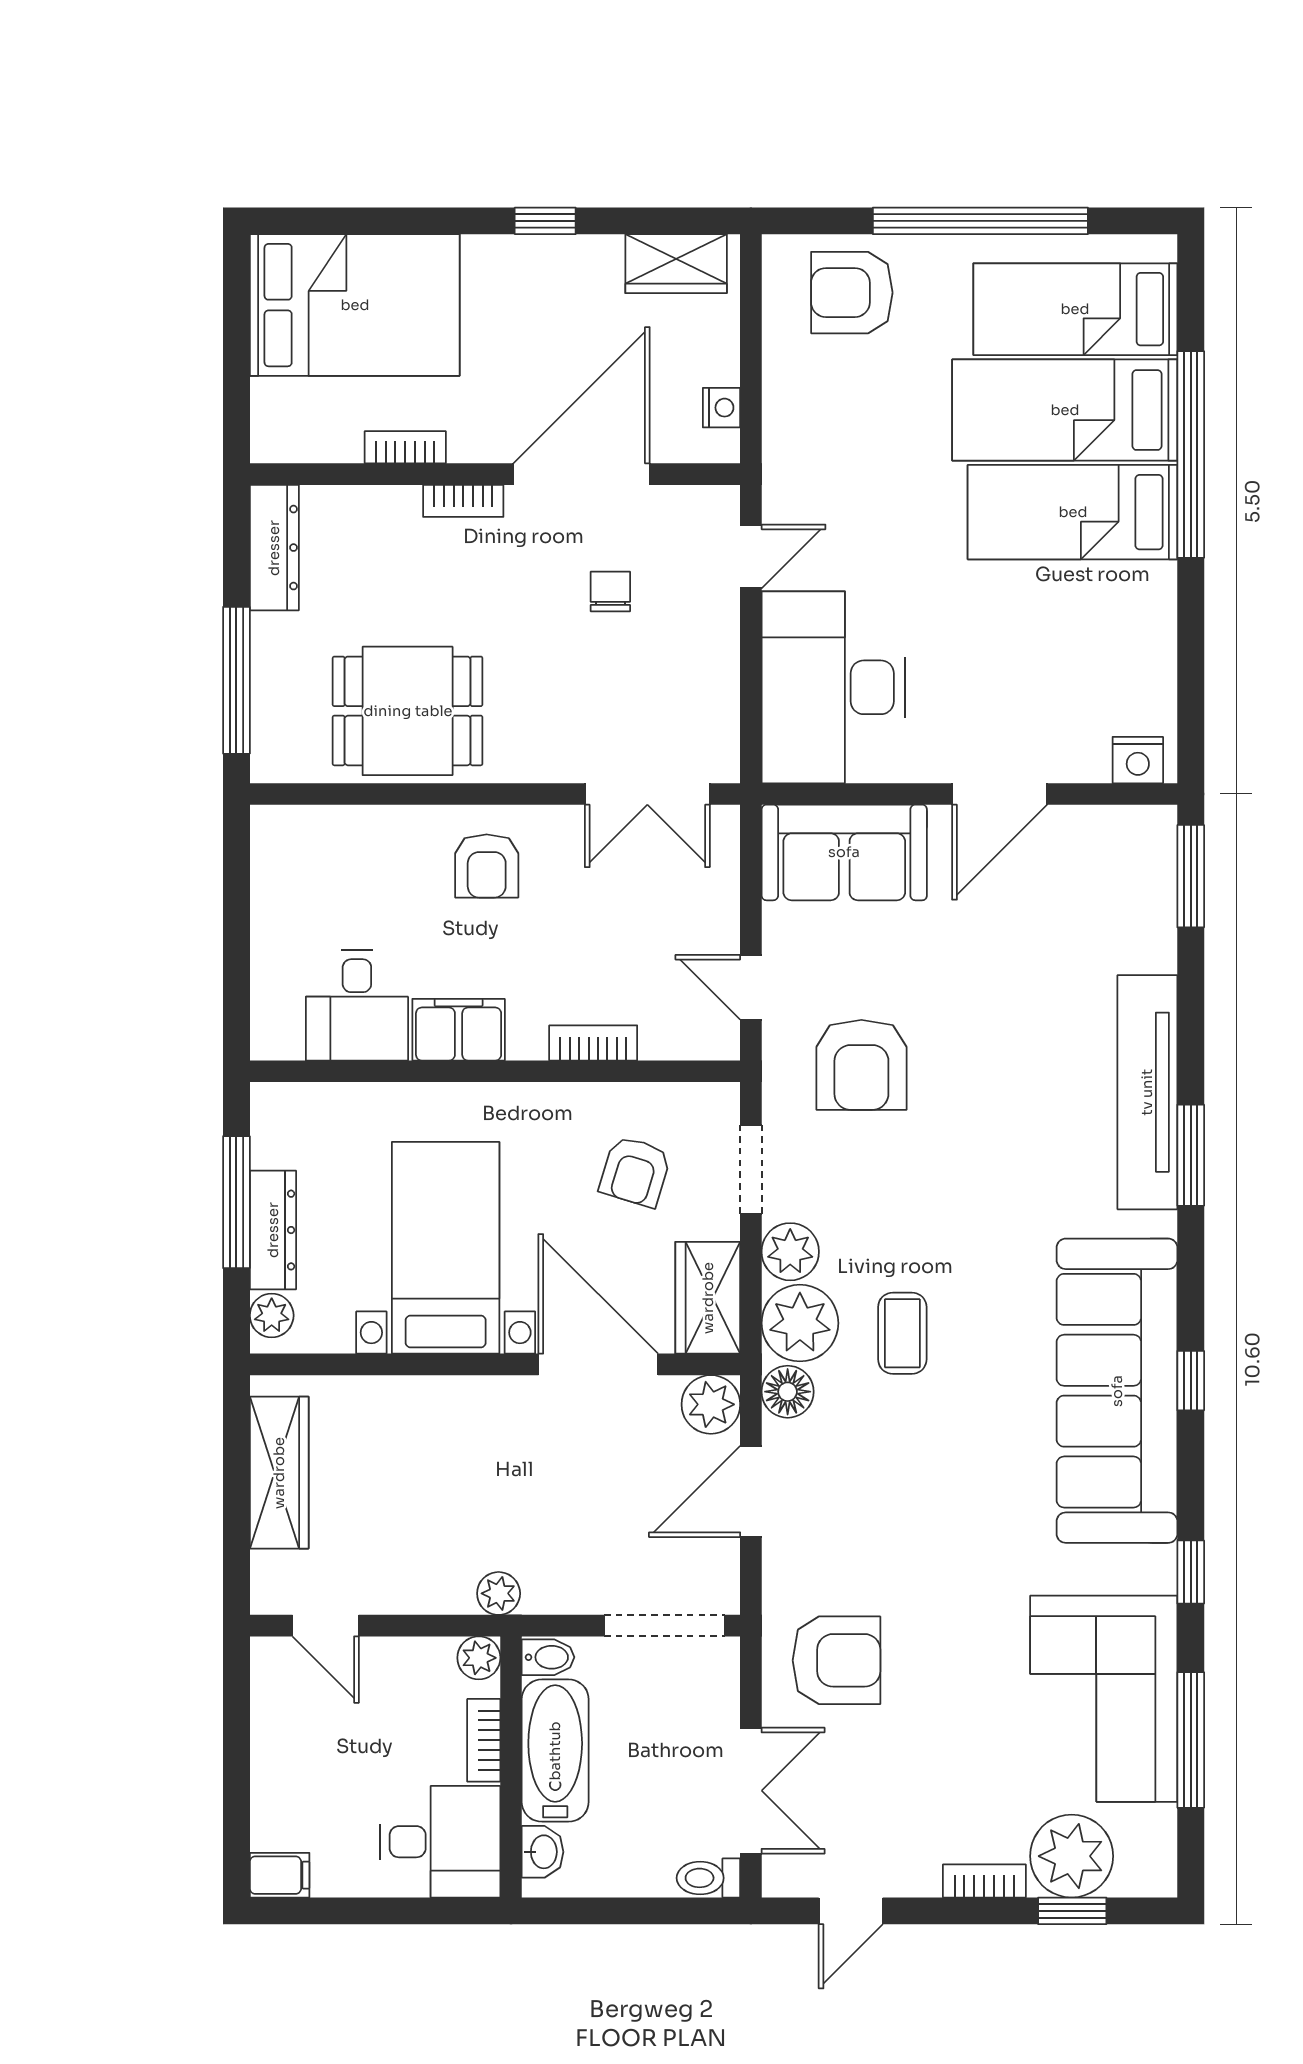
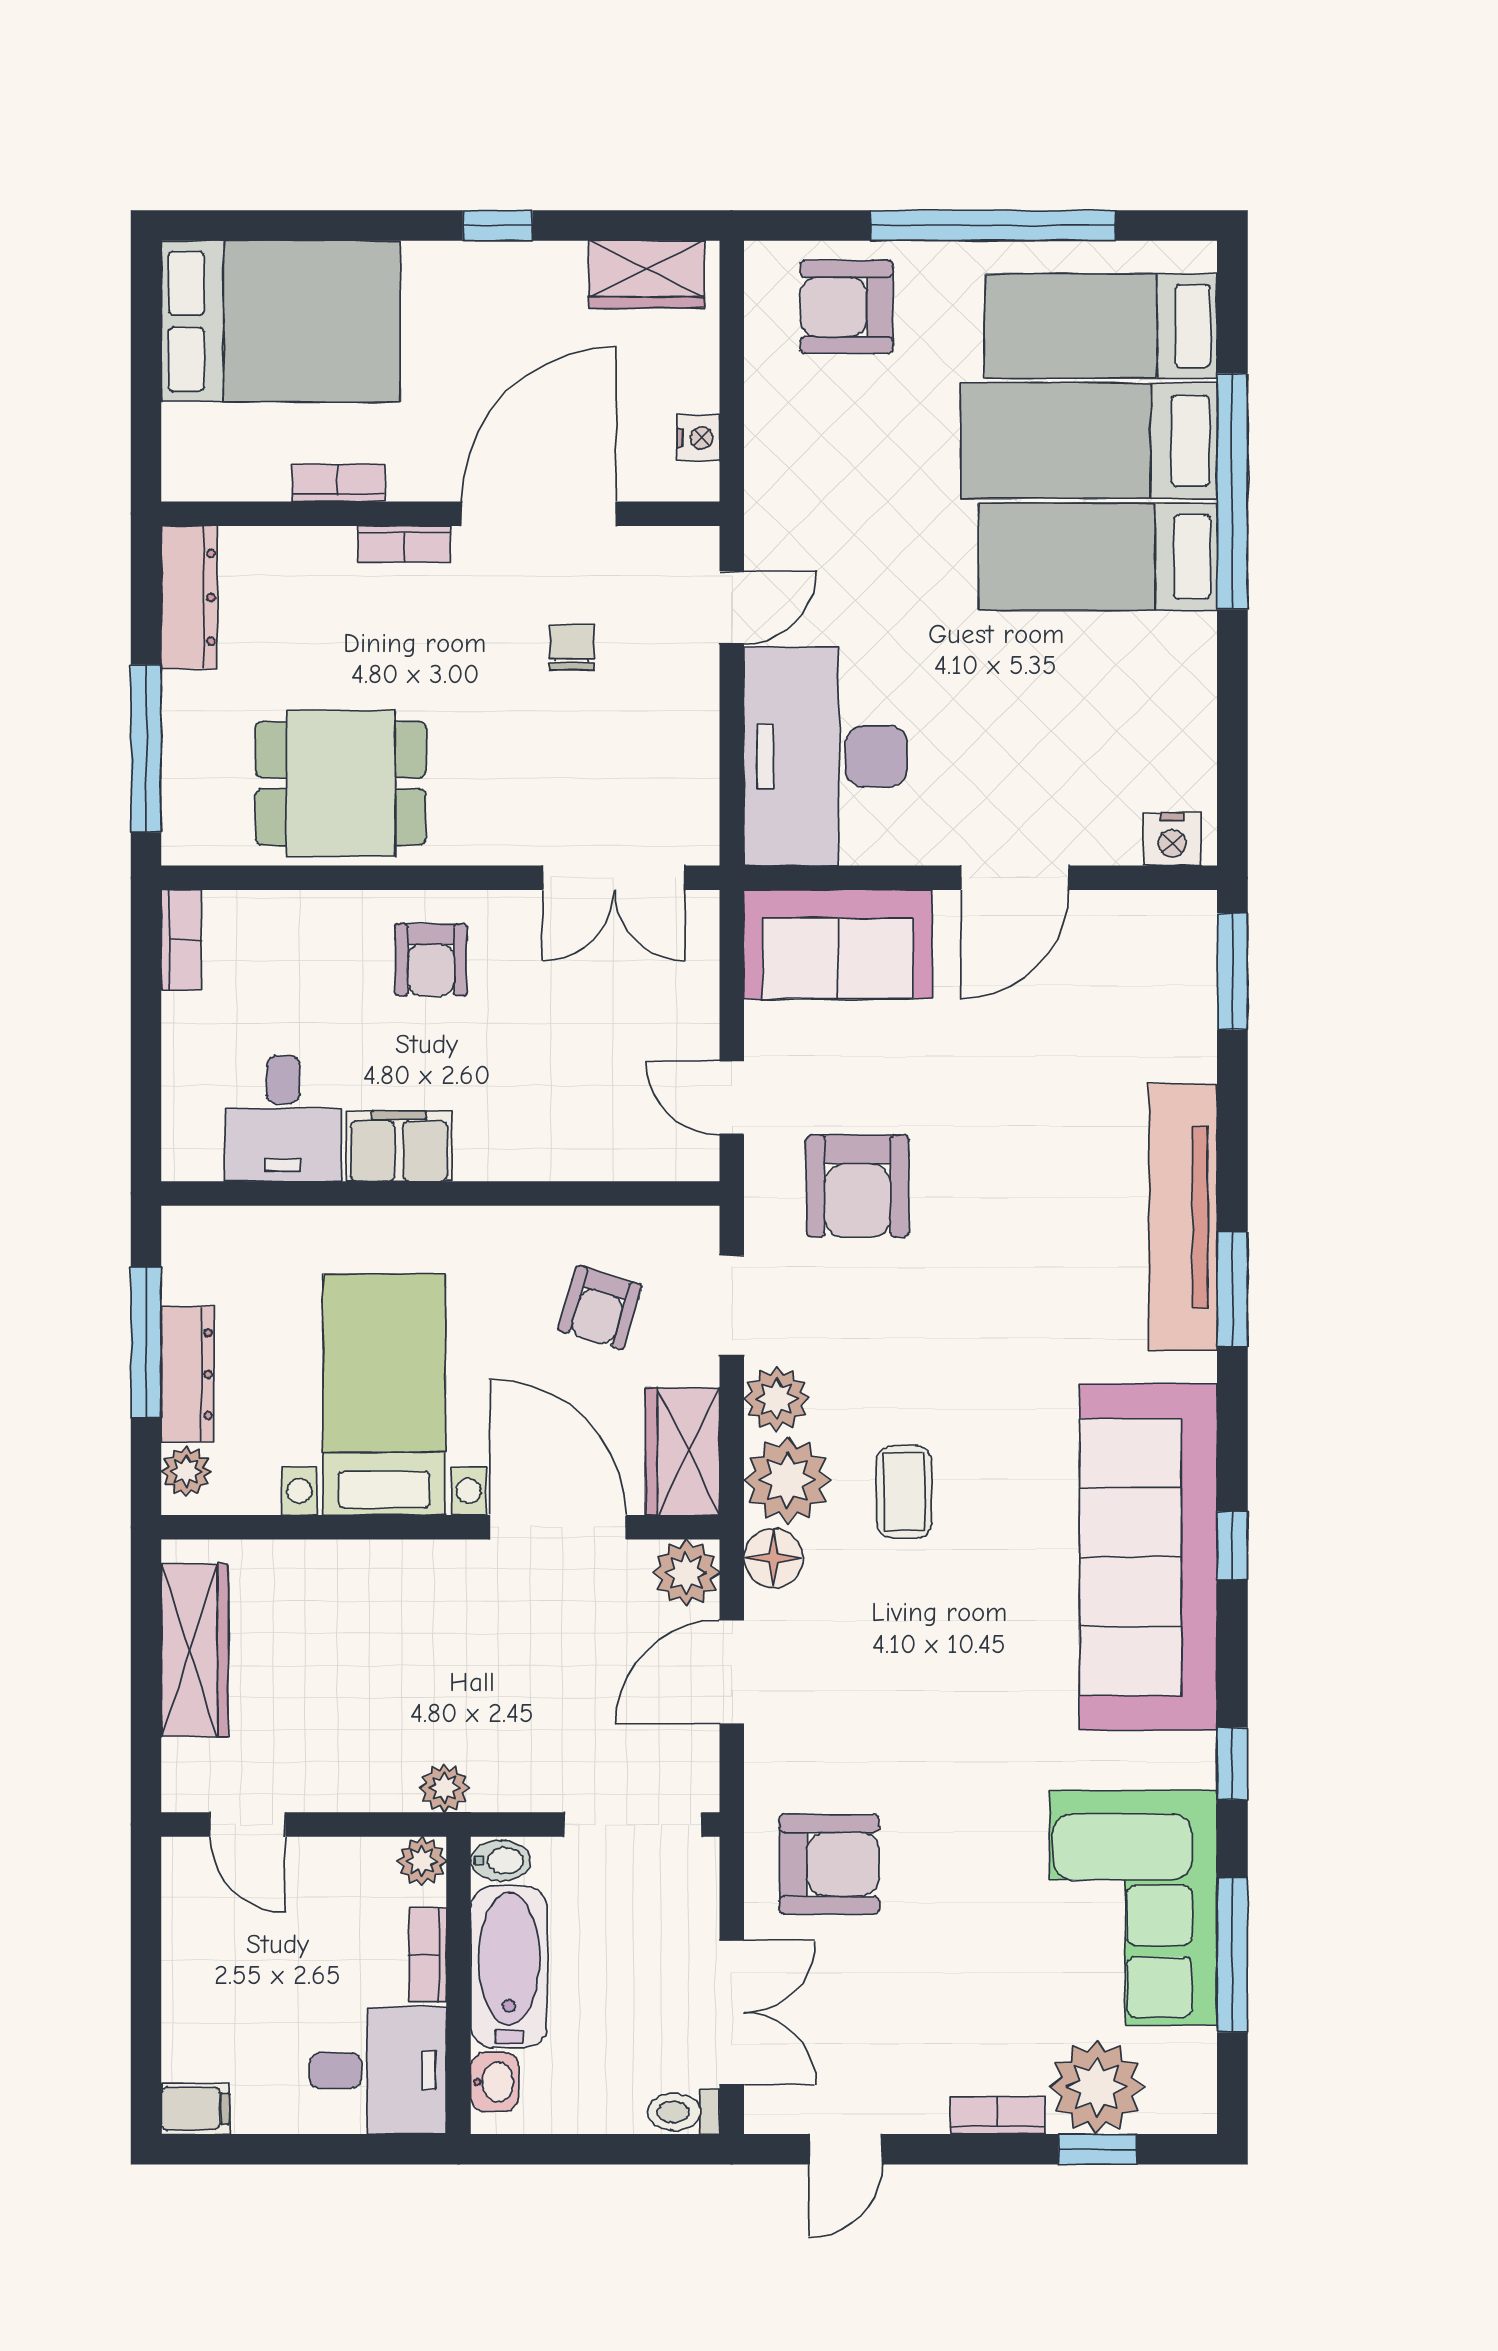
bookcase: (593, 1043) -> (181, 940), moved, turned 90

